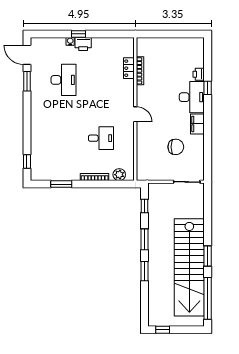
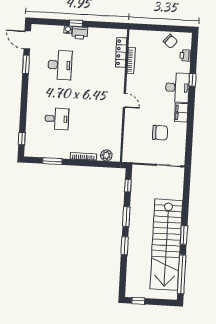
chair: (181, 48) -> (170, 41), added
locker: (129, 68) -> (121, 52), width x1.53
printer: (199, 74) -> (186, 56), moved
desk: (101, 138) -> (57, 119), moved

